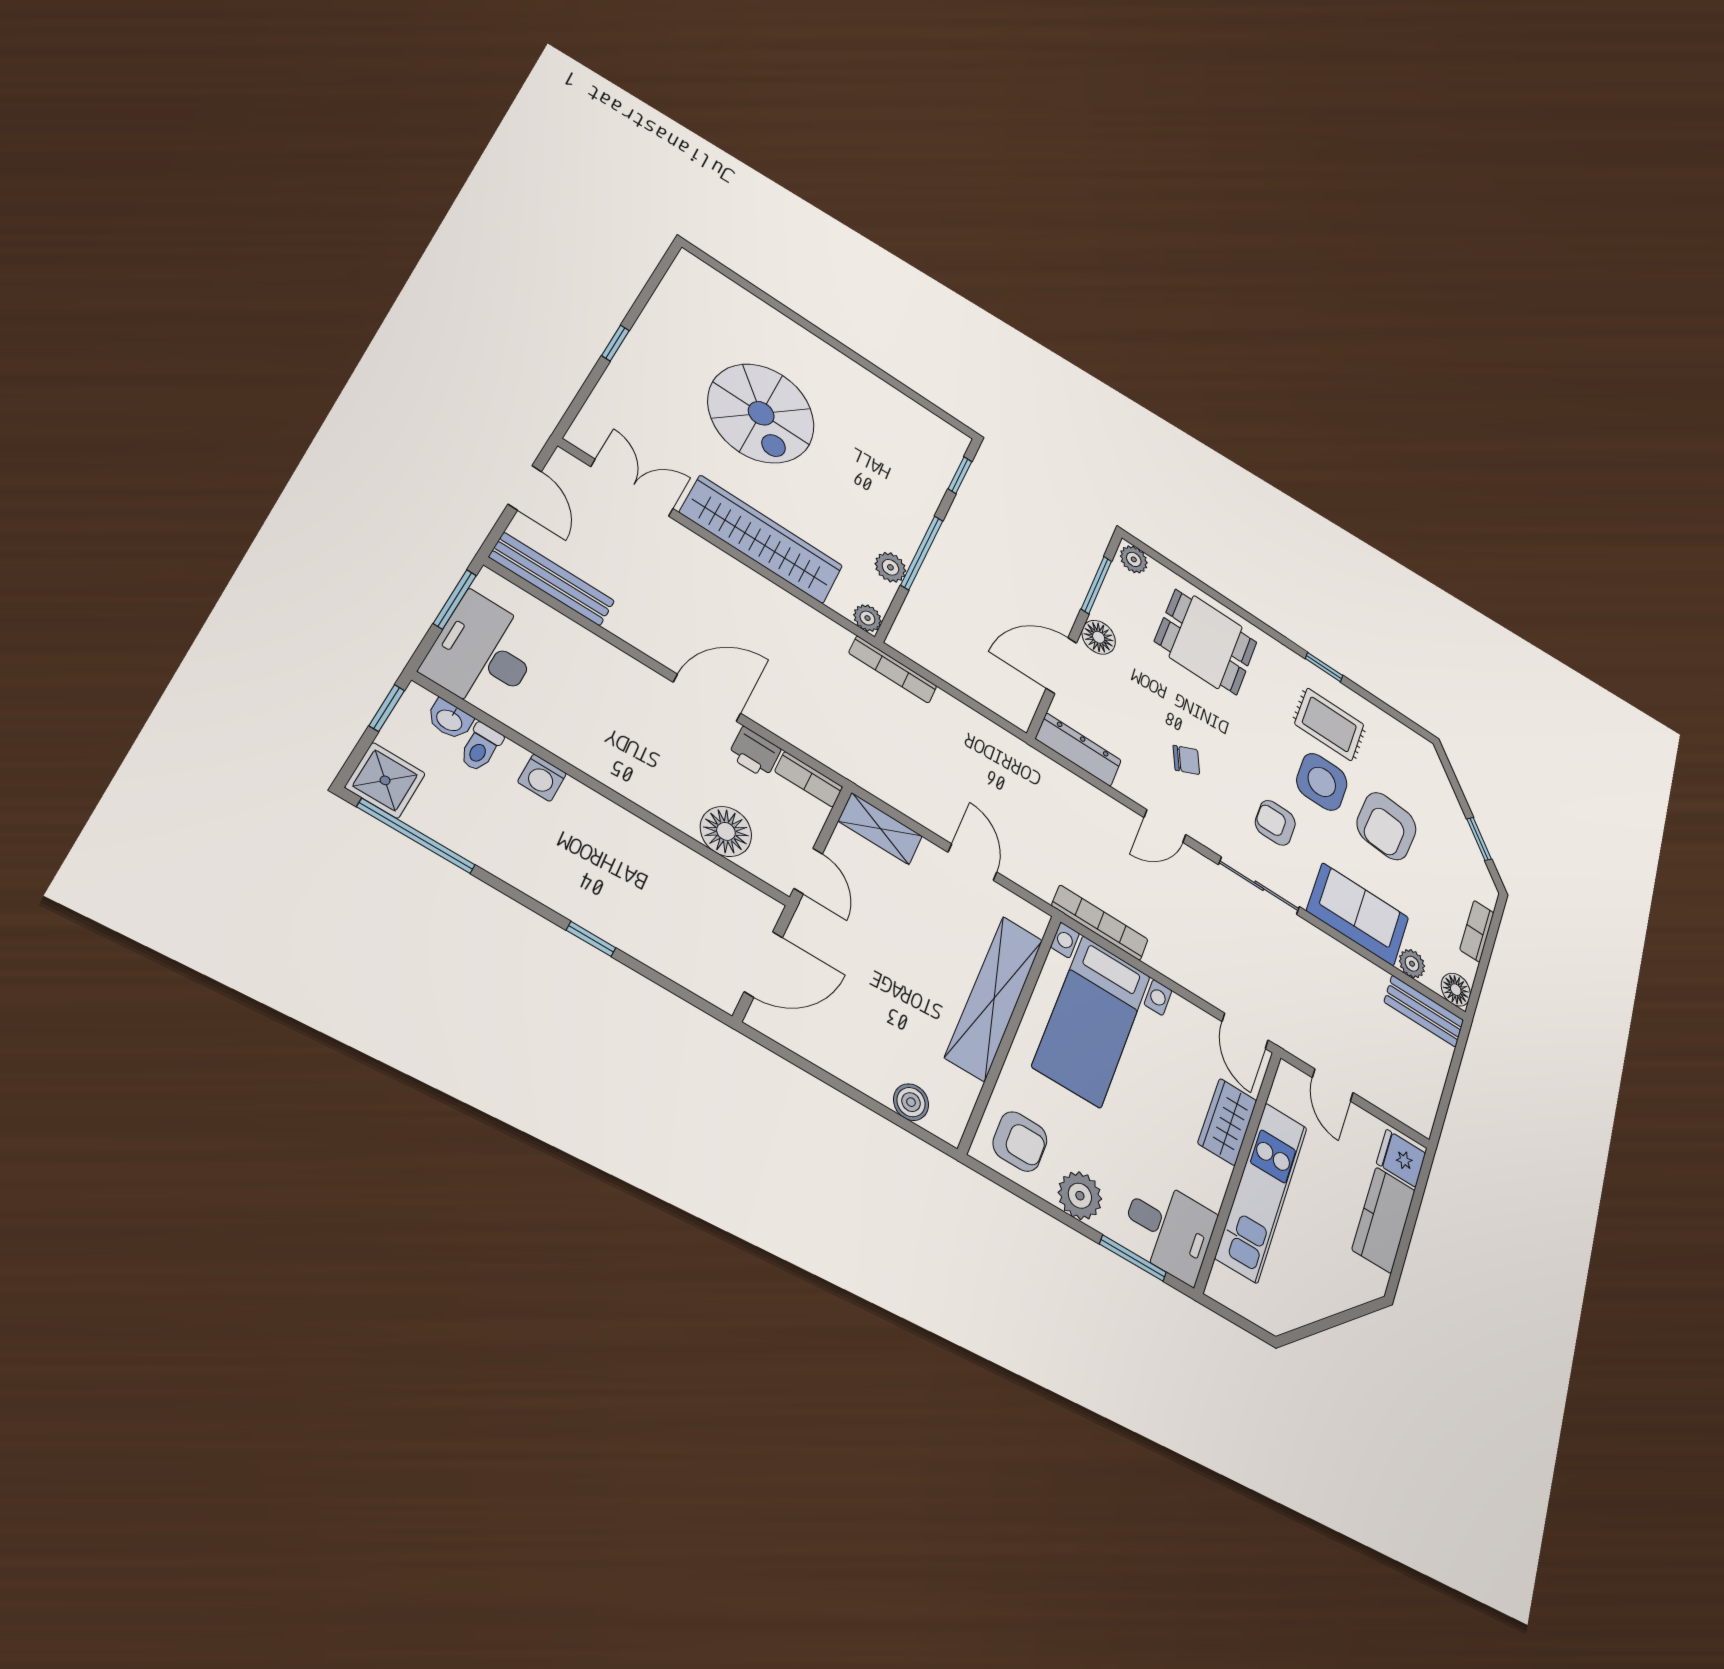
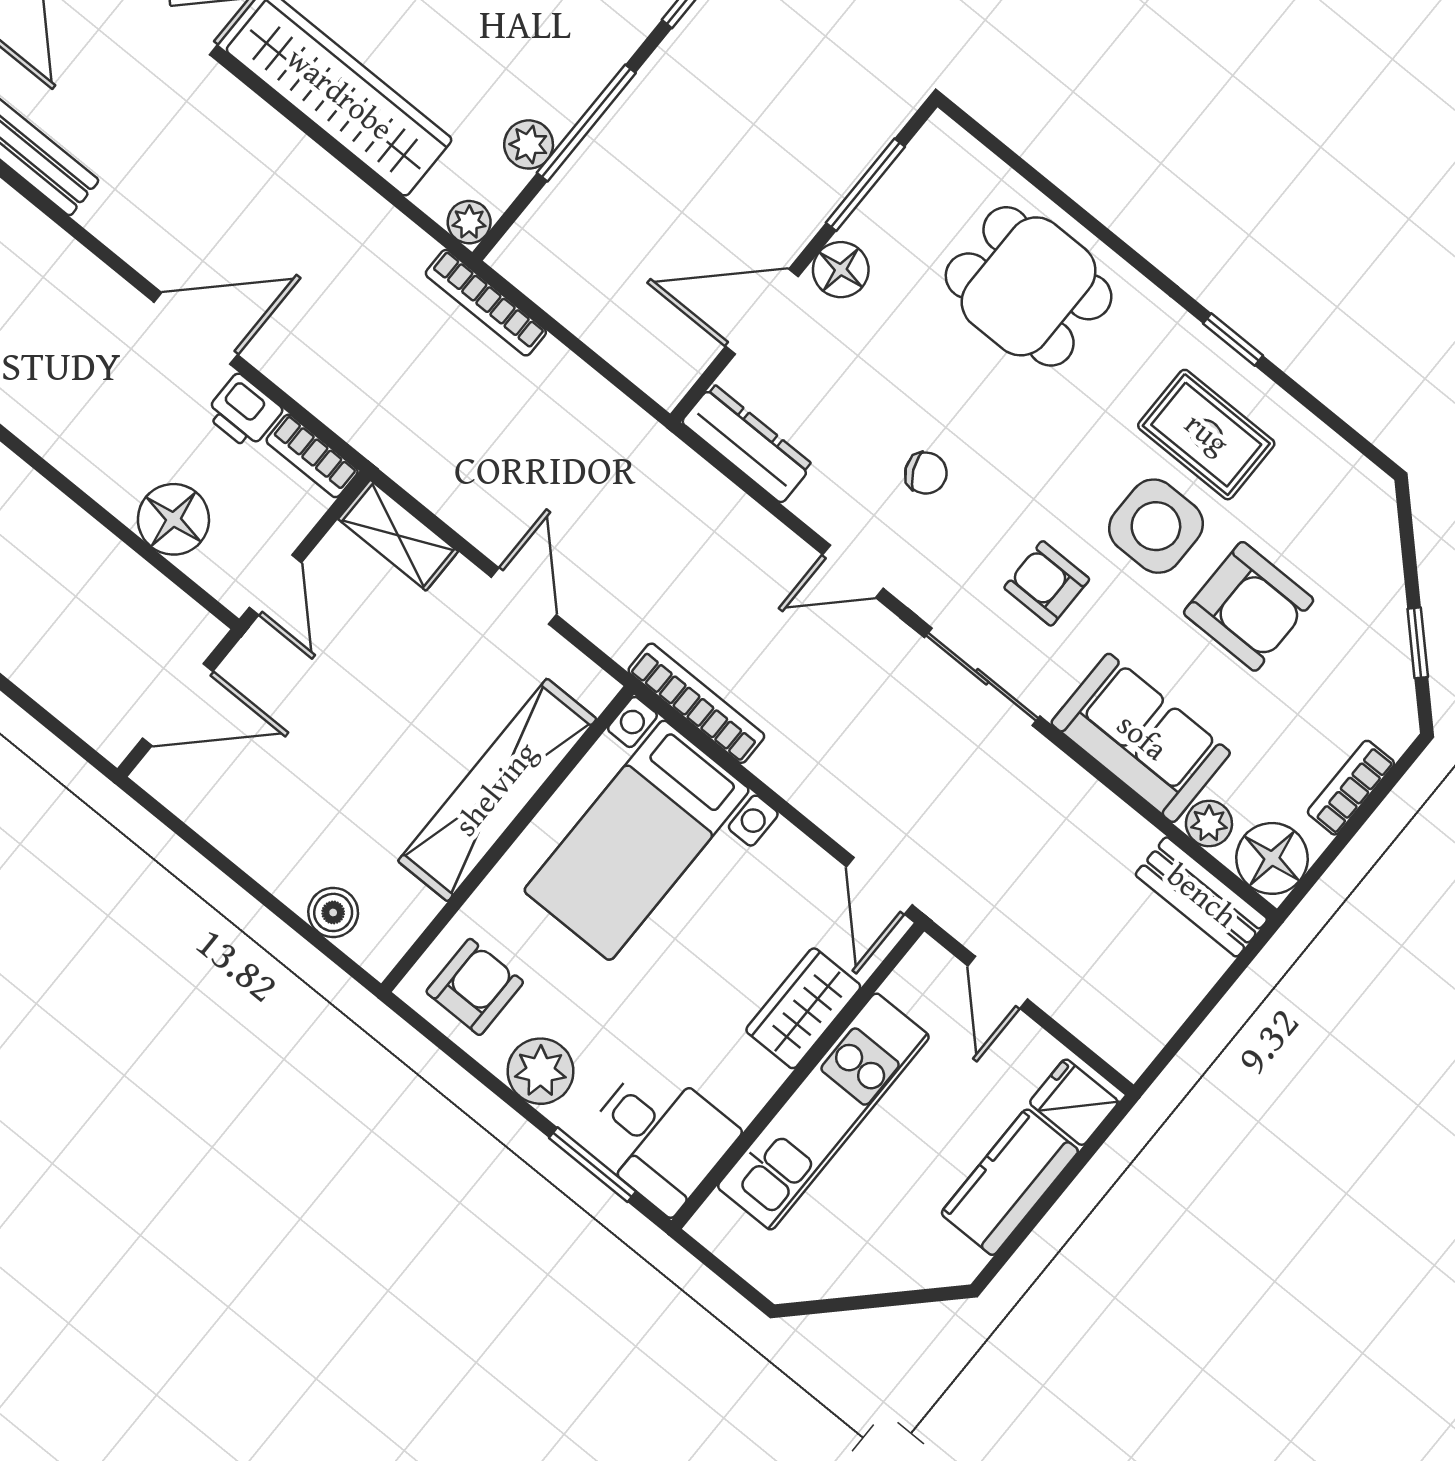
plant: (1134, 559) -> (946, 145), removed
armchair: (1386, 826) -> (1249, 606), turned -95
floor lamp: (1456, 990) -> (1272, 858), width x1.38, depth x1.38
armchair: (1020, 1142) -> (475, 987), turned -90

